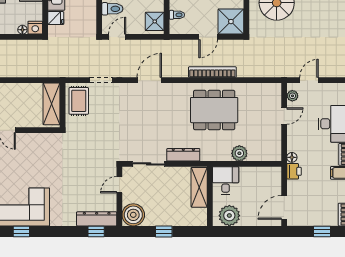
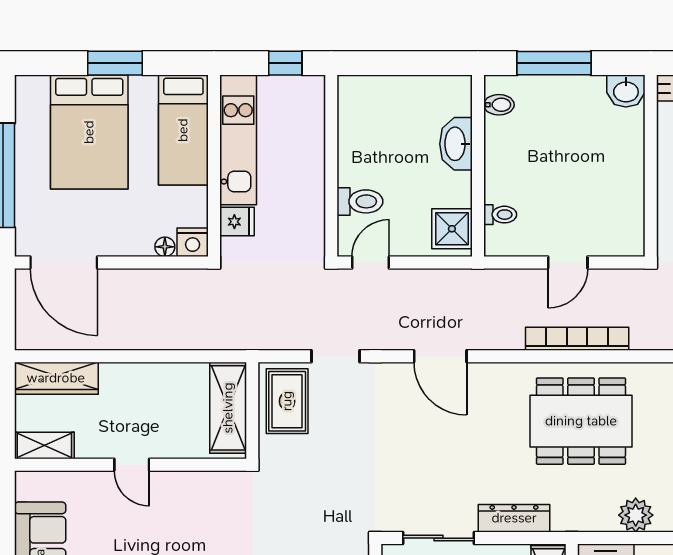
shower: (231, 22) -> (617, 229), removed
door: (149, 80) -> (440, 356), swing flipped

